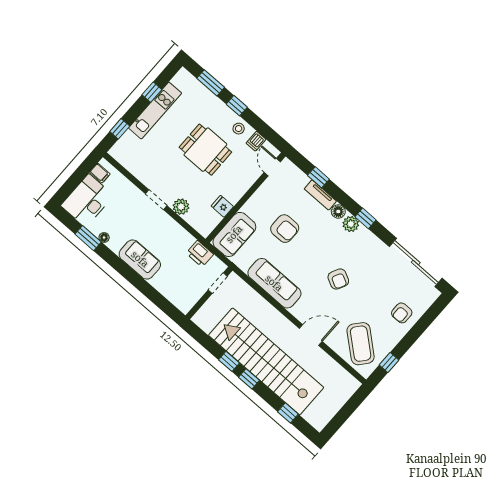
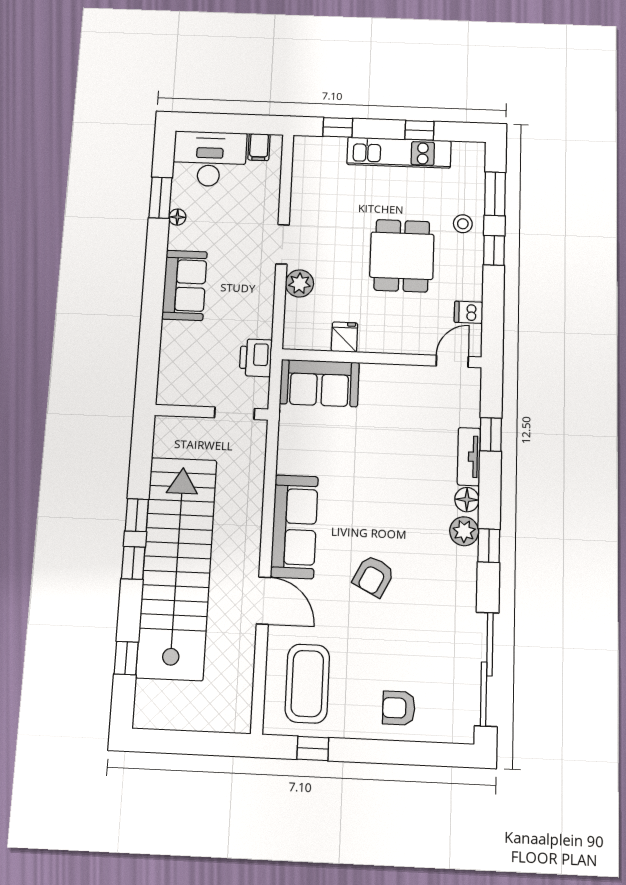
stool: (239, 129) -> (463, 224), moved
armchair: (285, 229) -> (383, 445), removed
sofa: (274, 283) -> (294, 527), moved
coffee table: (361, 344) -> (307, 684), turned -40

